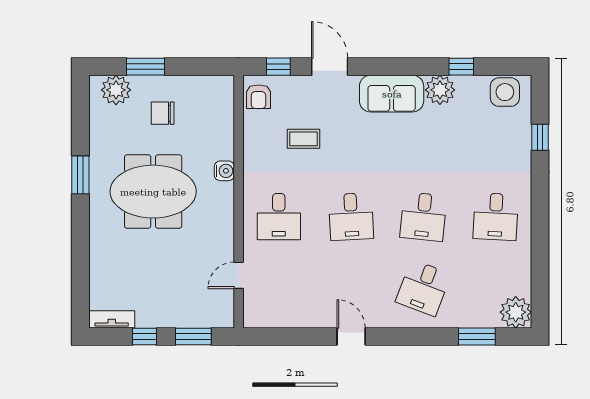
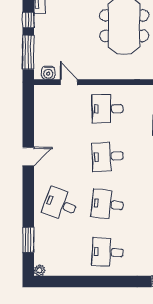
water cooler: (224, 171) -> (48, 73), moved
plant: (516, 312) -> (39, 270), width x0.53, depth x0.53
window: (193, 337) -> (28, 52), width x1.44

